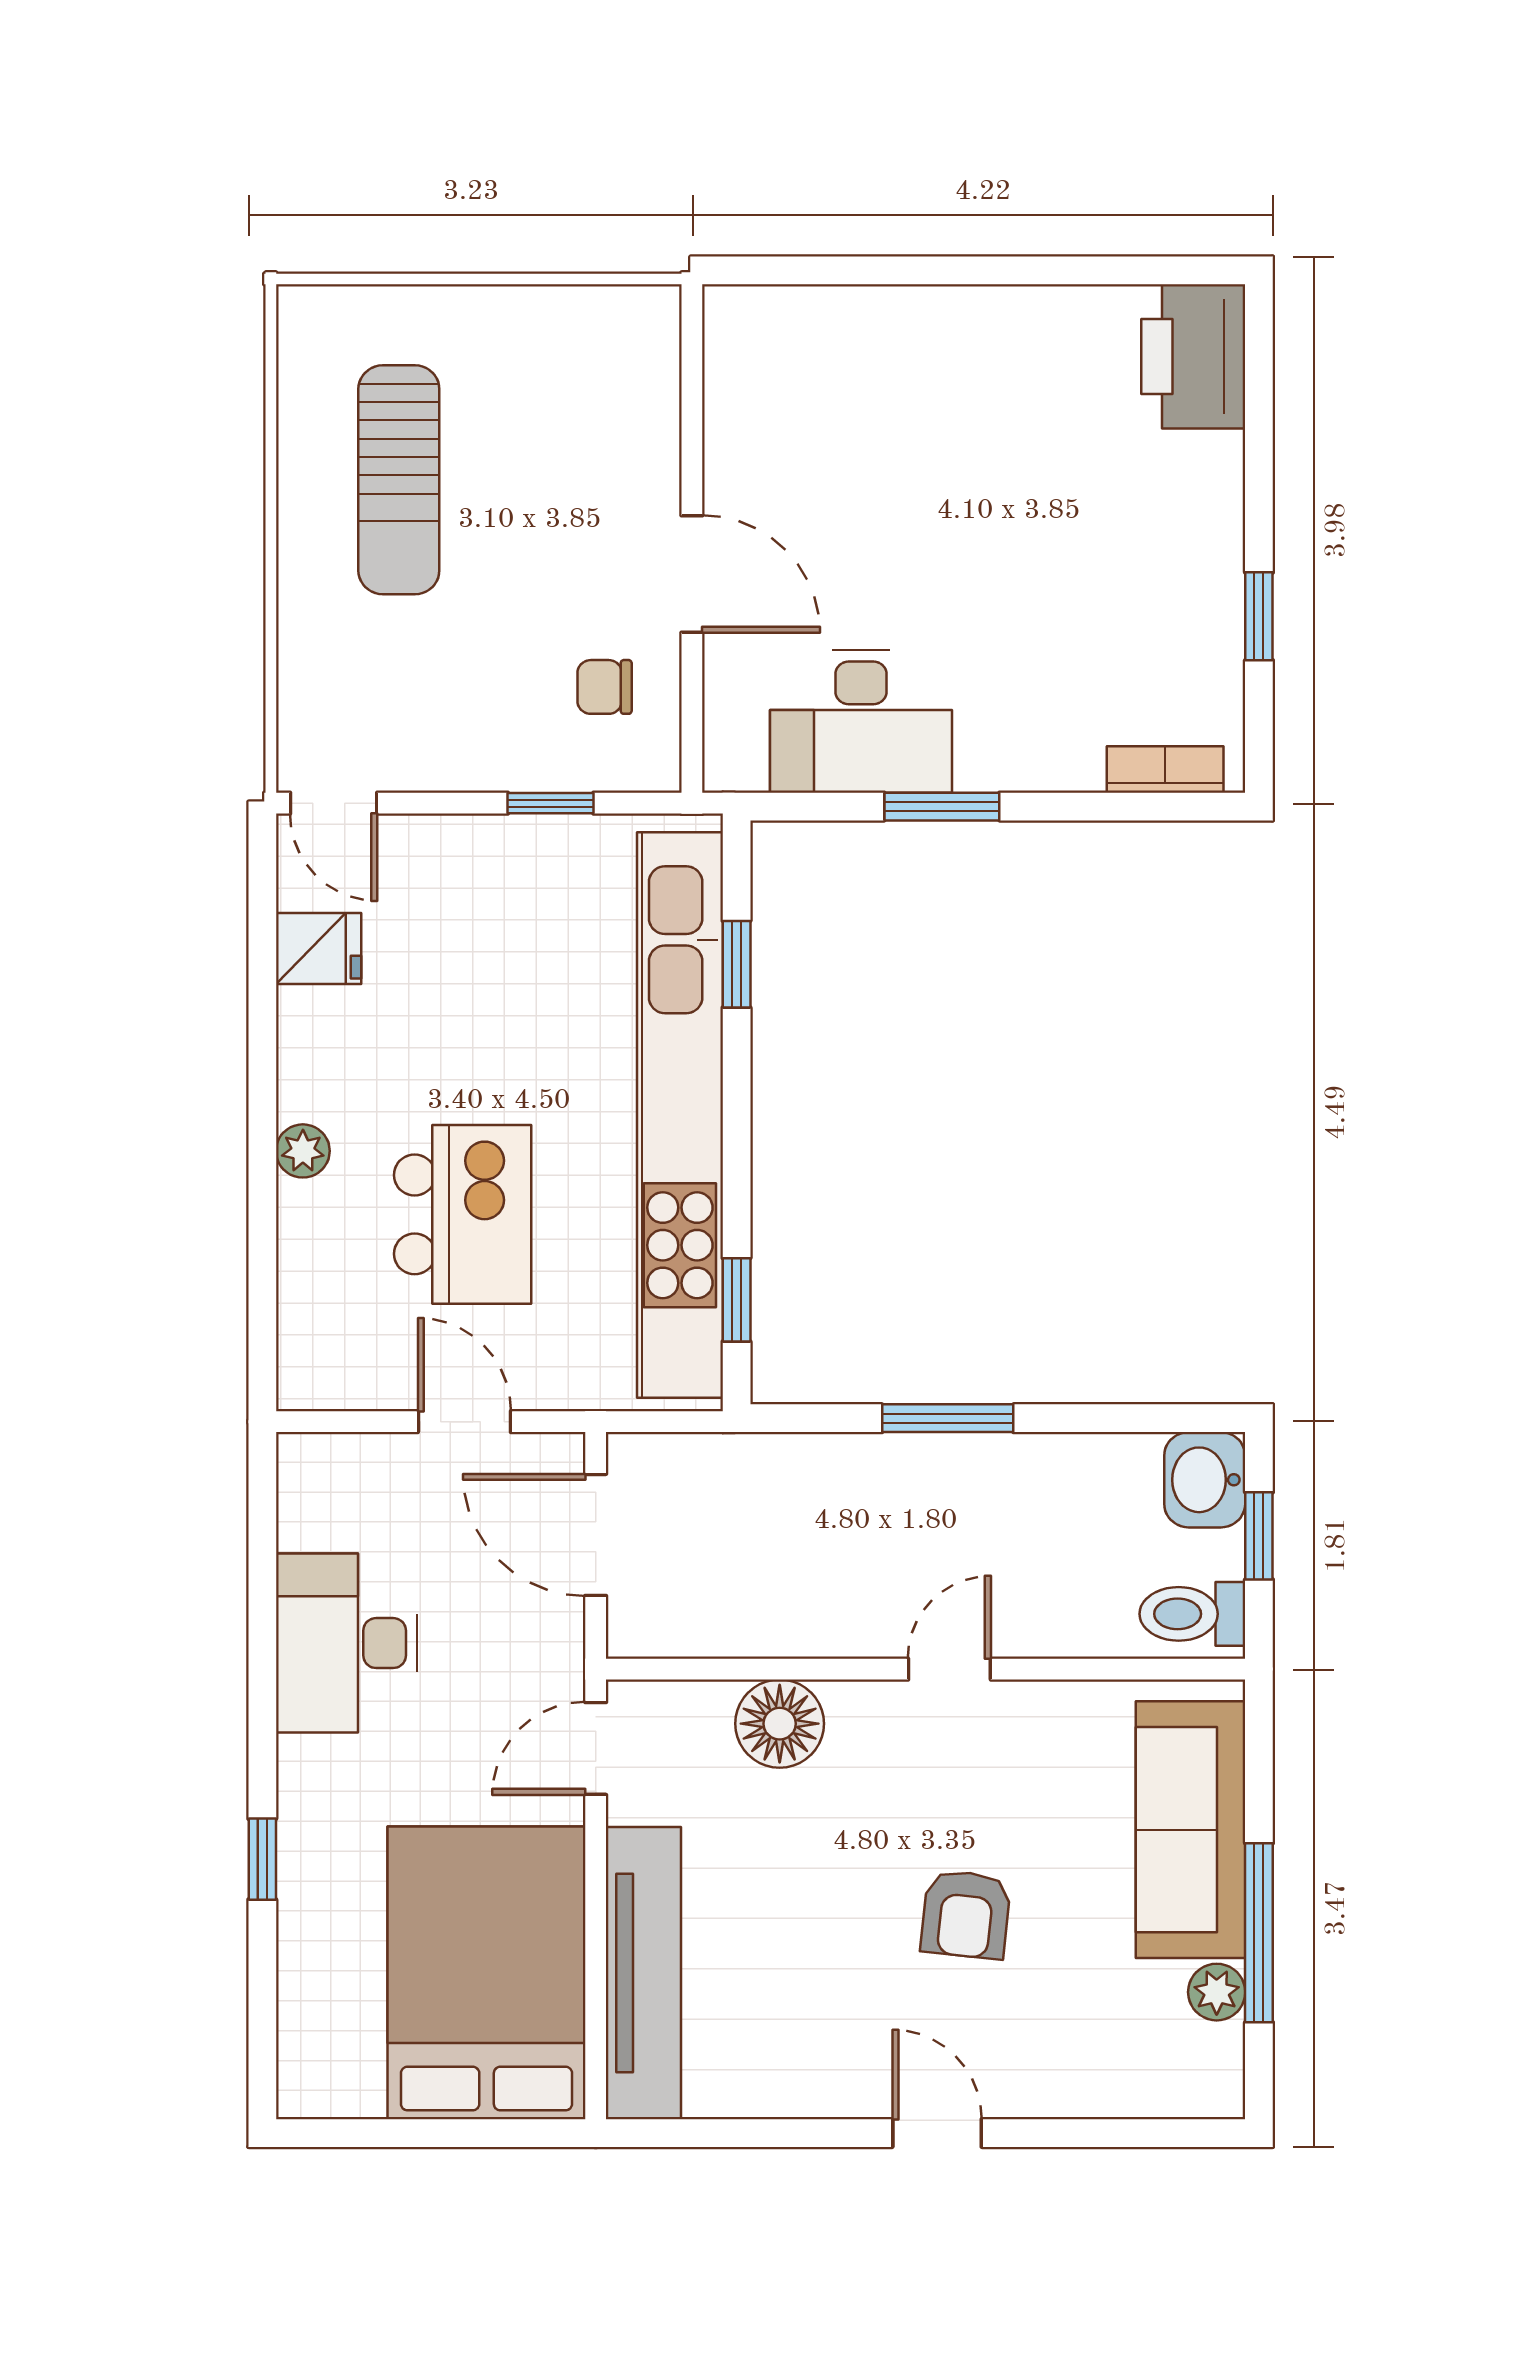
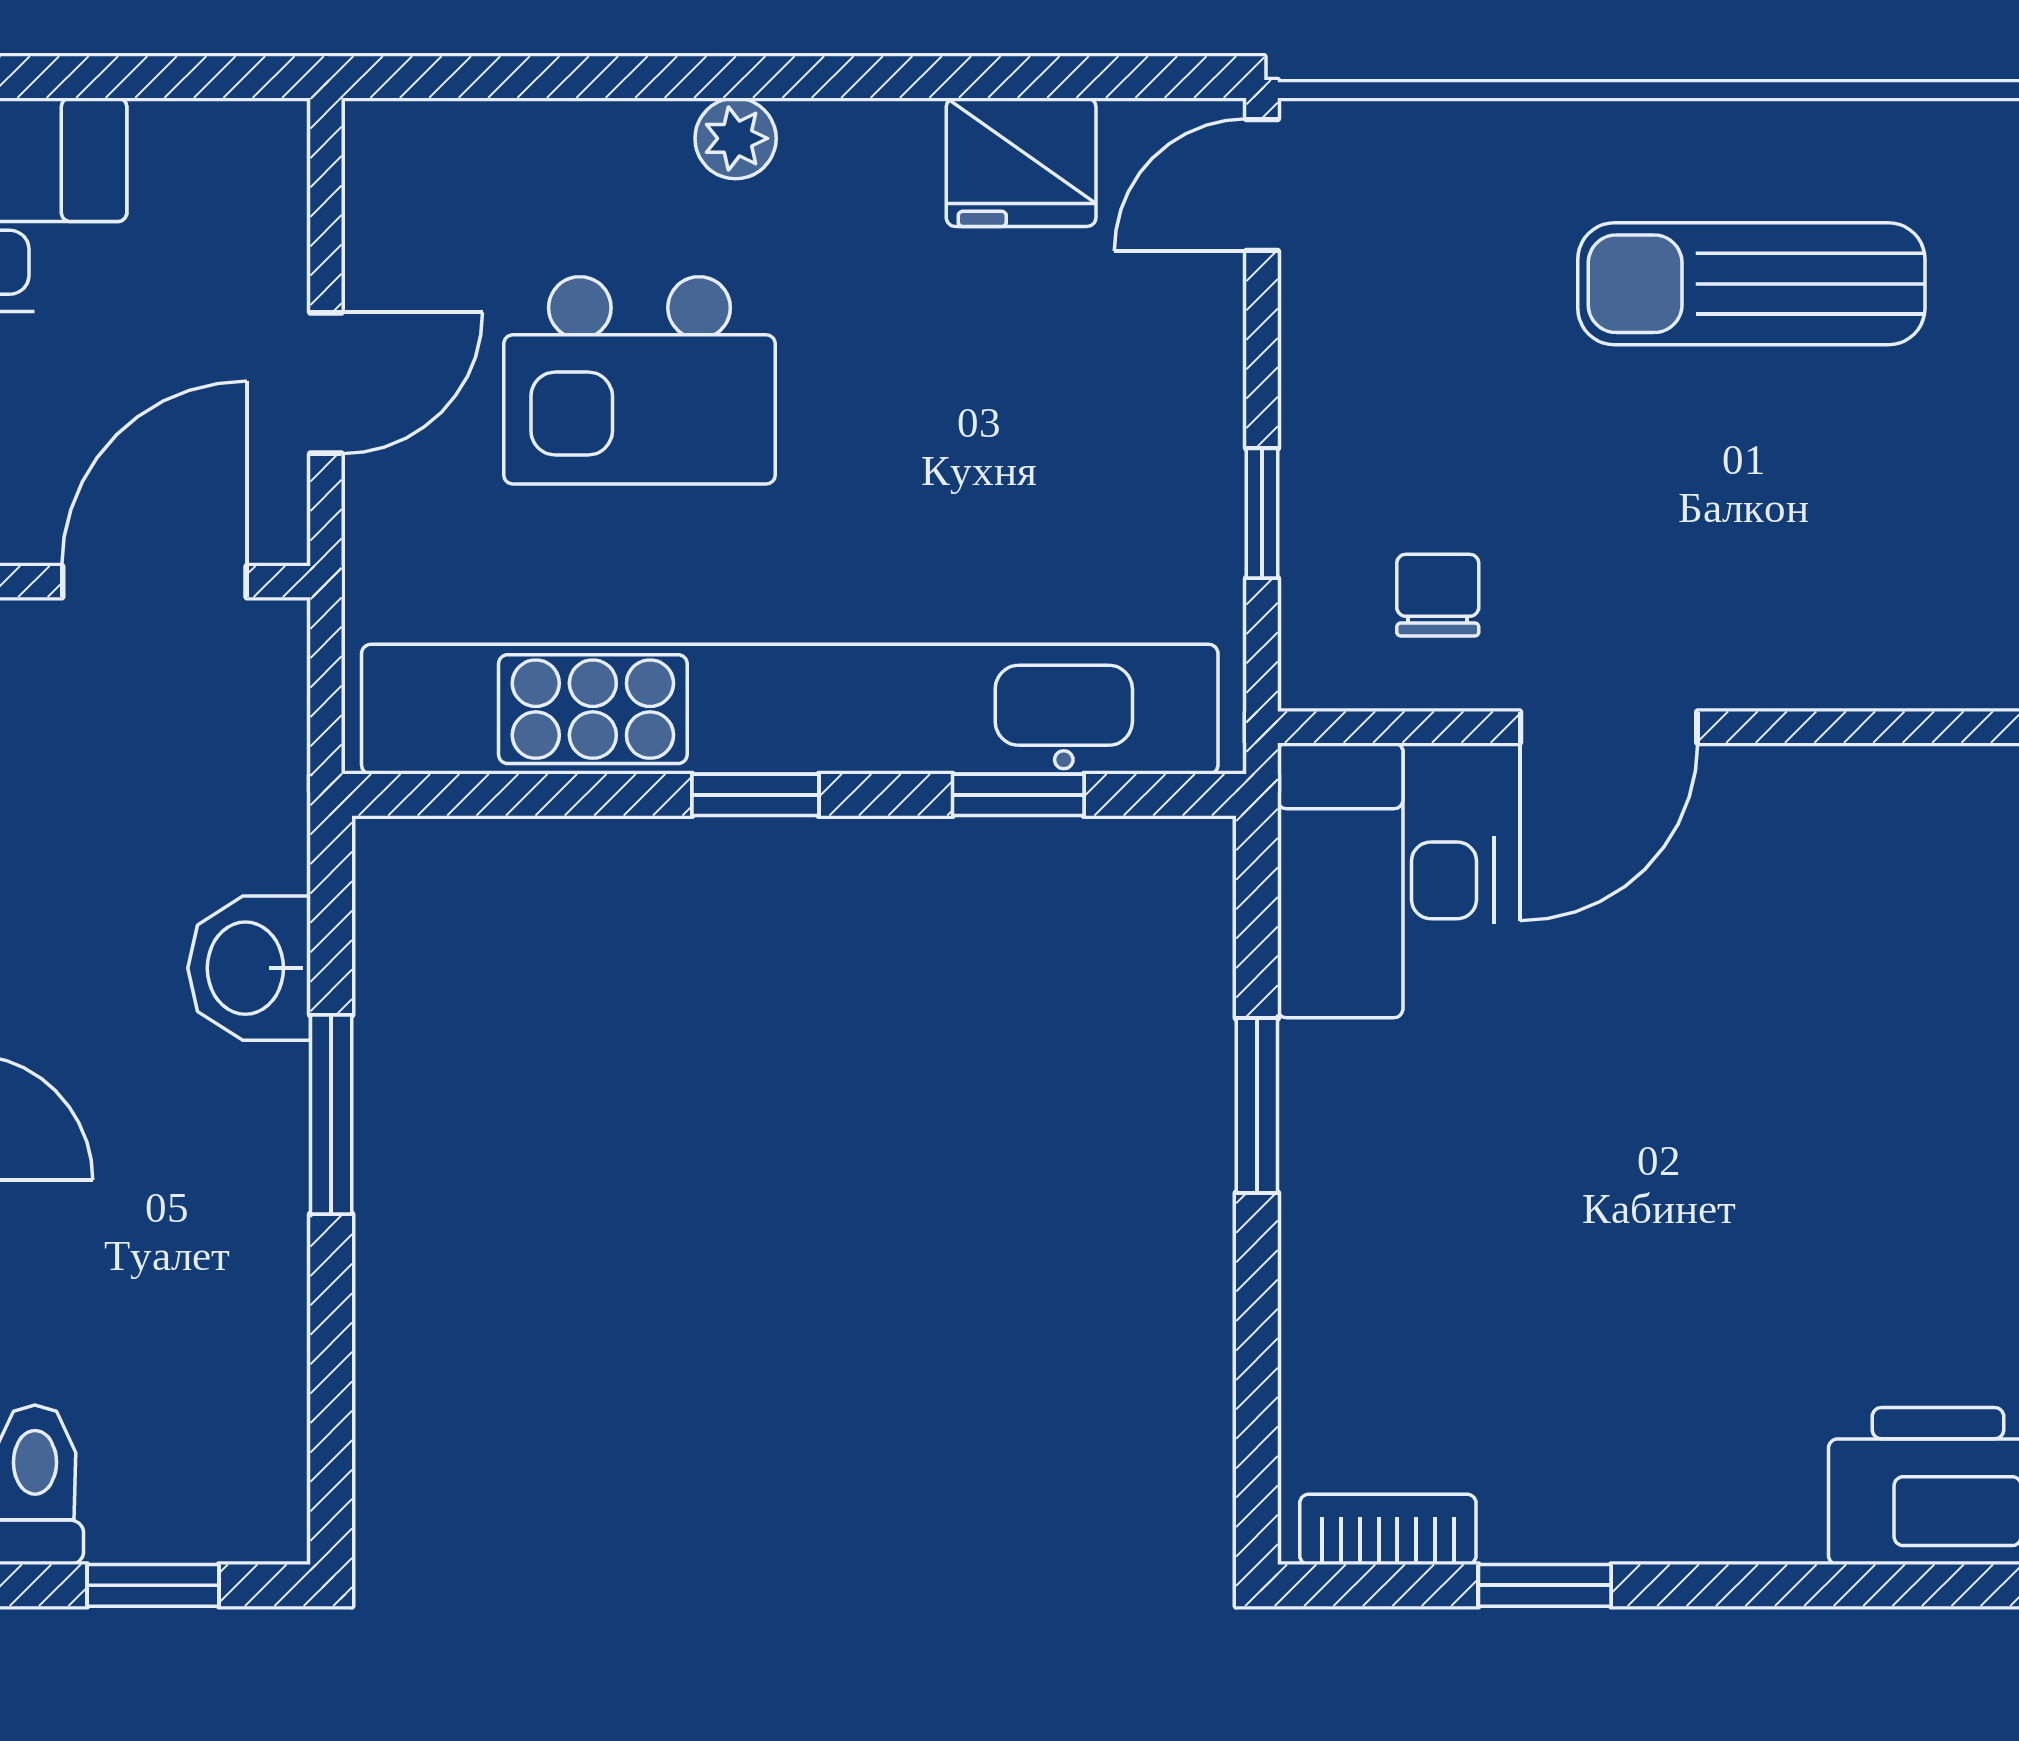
desk: (861, 721) -> (1386, 880), moved
bookcase: (1165, 769) -> (1388, 1529), moved, turned -90
fridge: (319, 949) -> (1021, 162), width x1.38
window: (737, 1300) -> (755, 795), moved
washbasin: (1205, 1480) -> (249, 968), moved, turned -90

